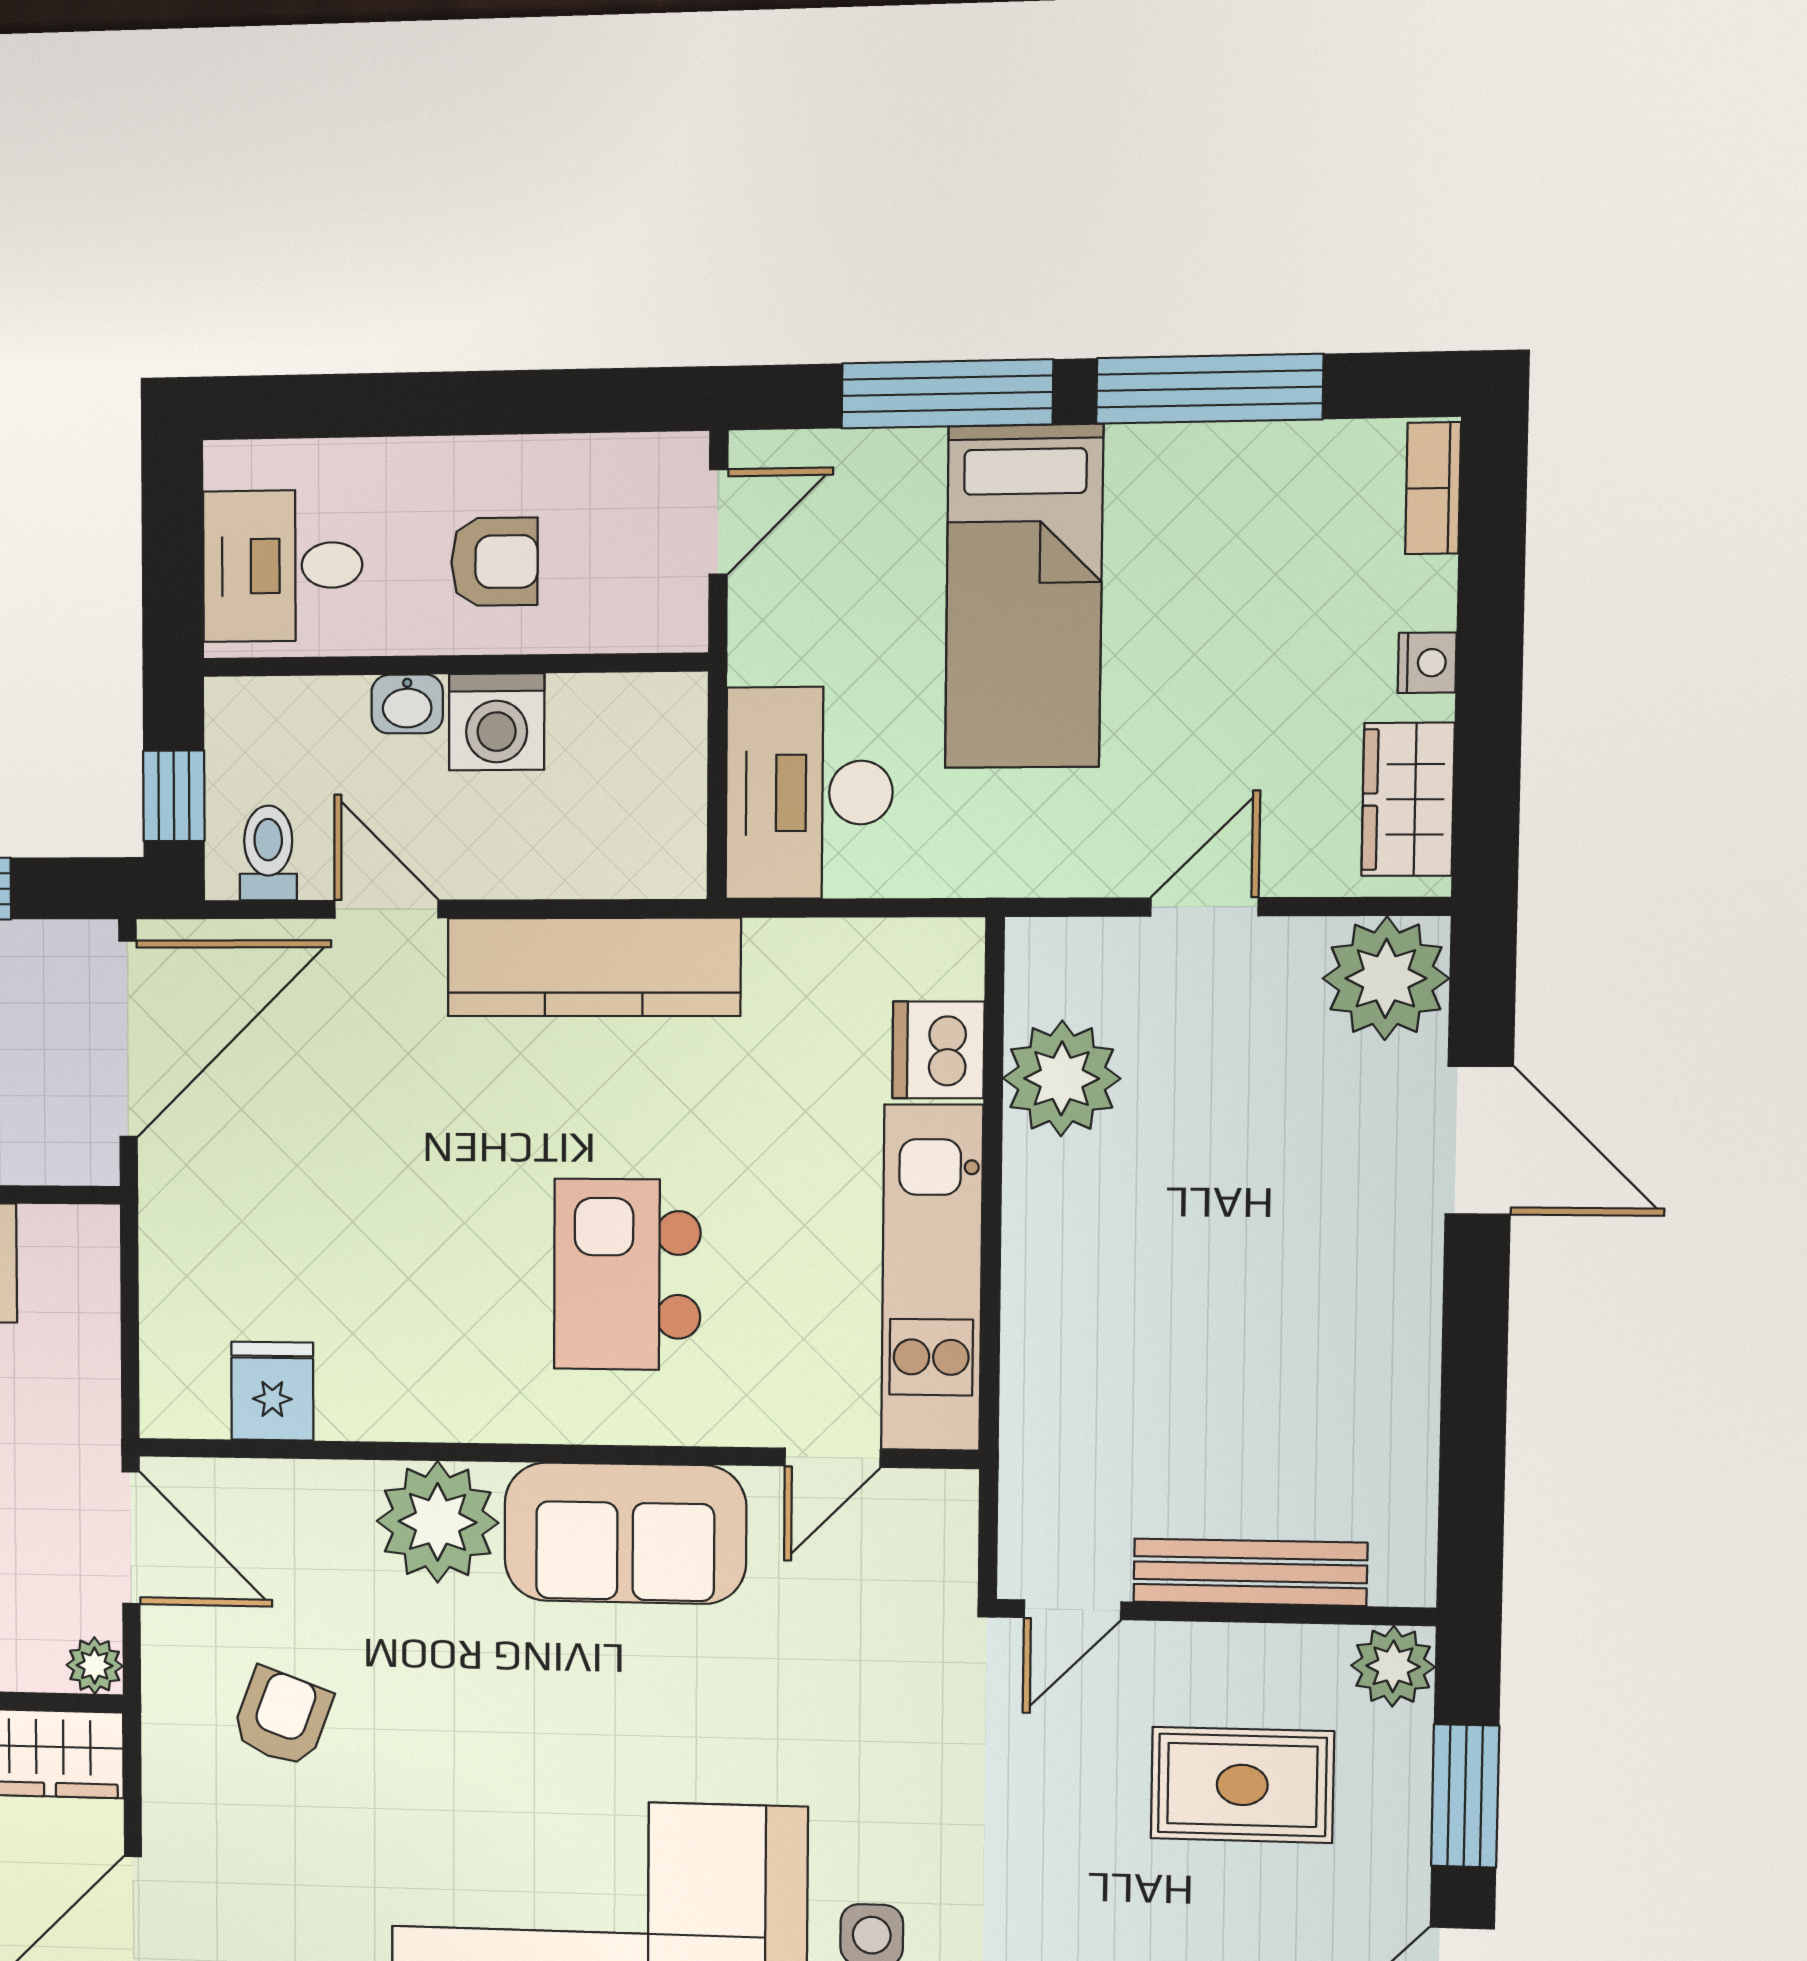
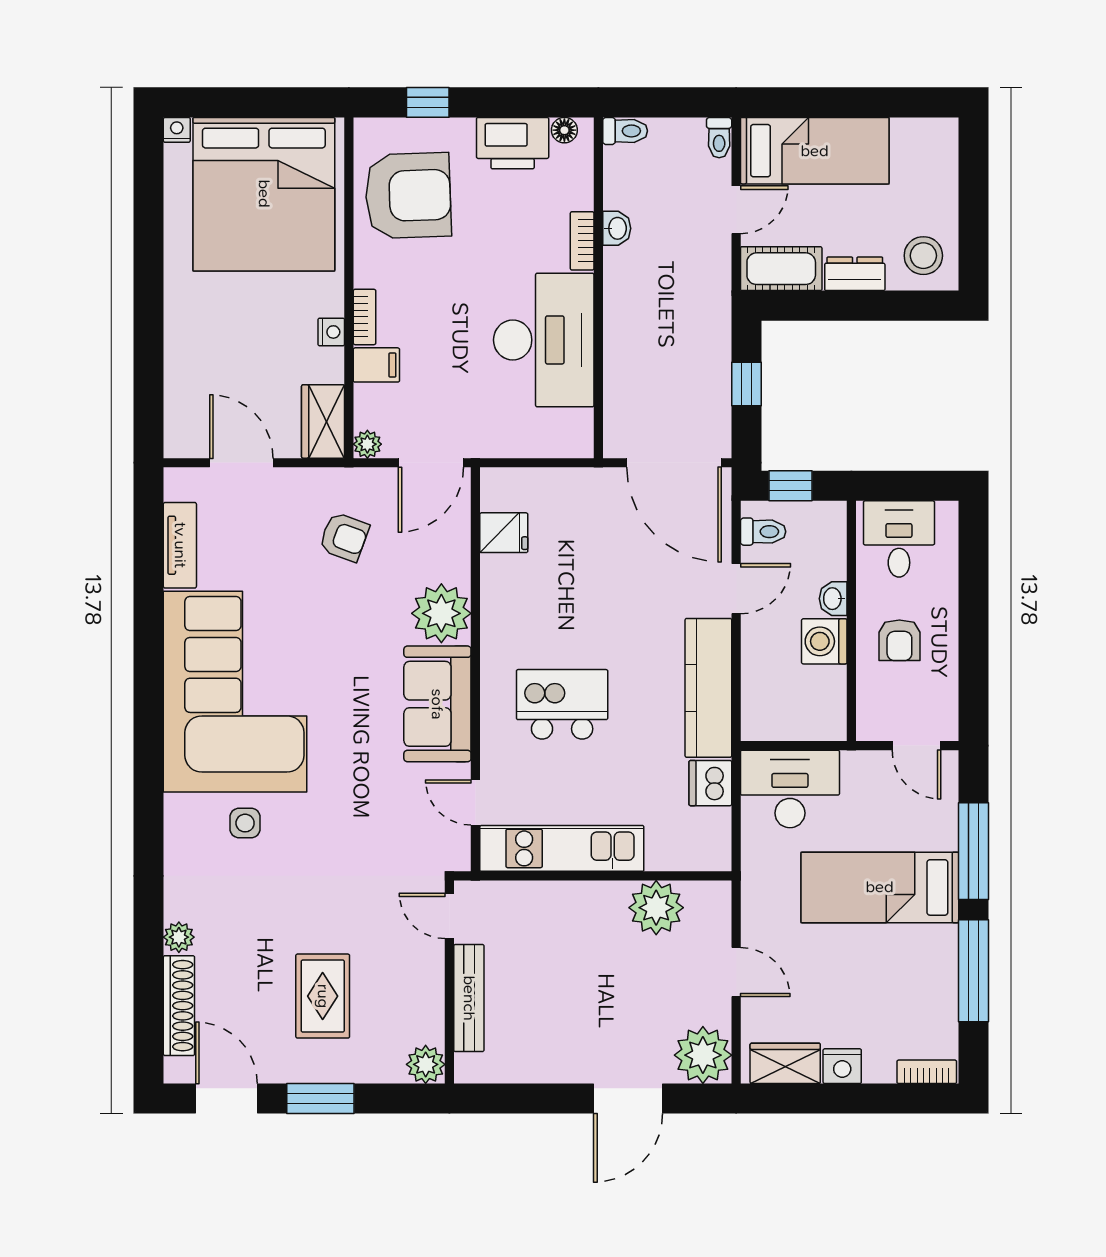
nightstand: (1427, 663) -> (842, 1066), width x1.39, depth x1.35
dishwasher: (938, 1050) -> (710, 783), moved, turned -90
bench: (1250, 1572) -> (469, 998), moved
door: (1073, 1610) -> (449, 916), moved
wall: (1215, 1613) -> (449, 982), moved
plant: (1393, 1666) -> (426, 1064), moved

